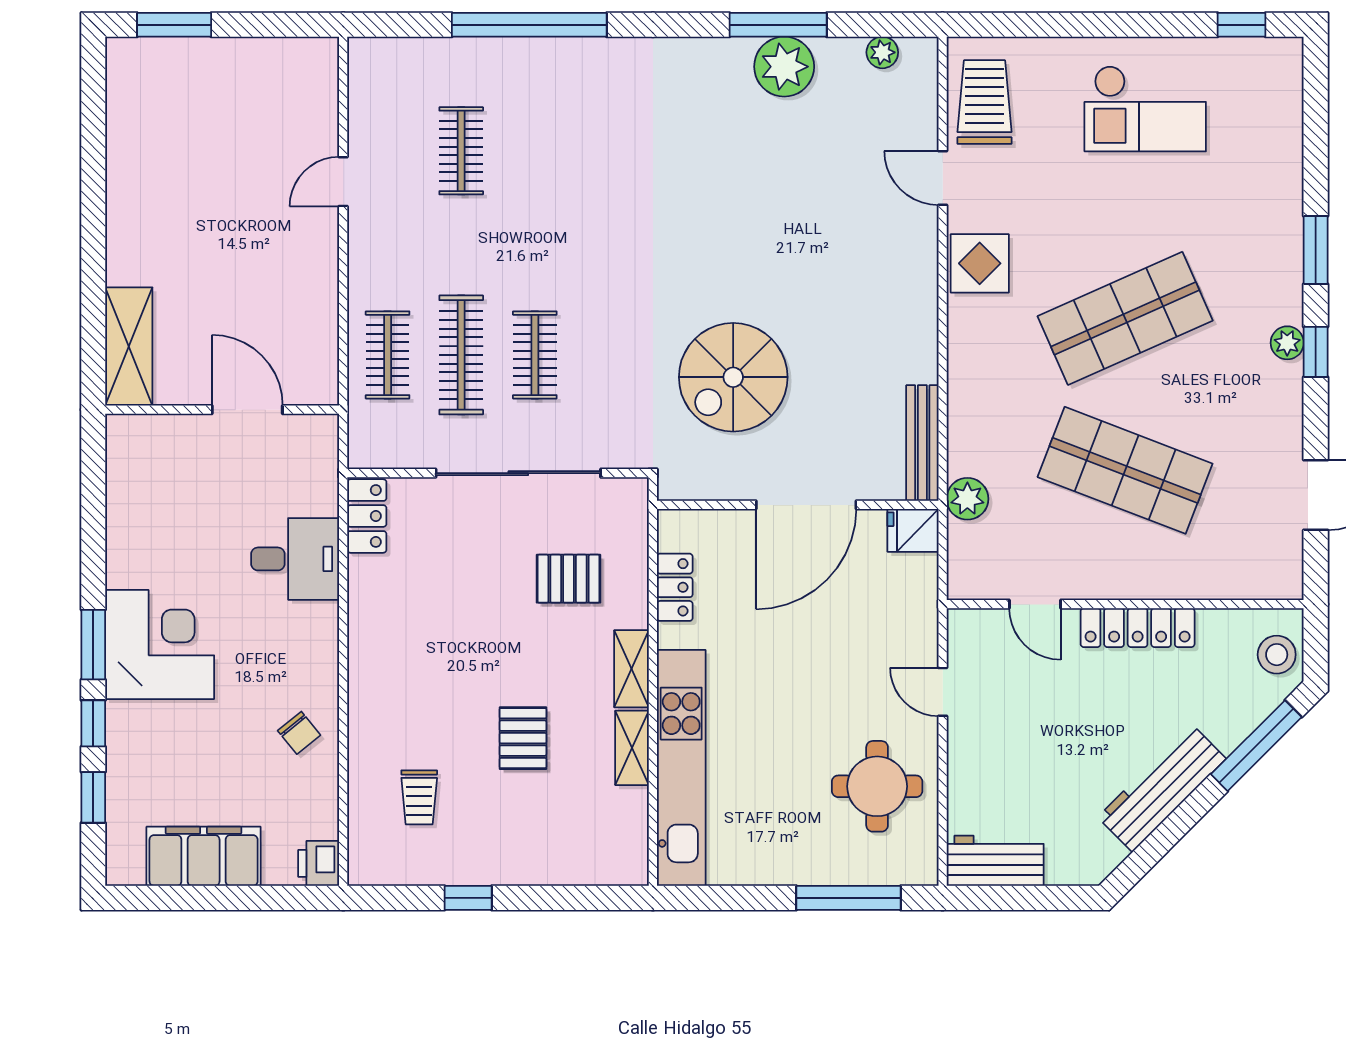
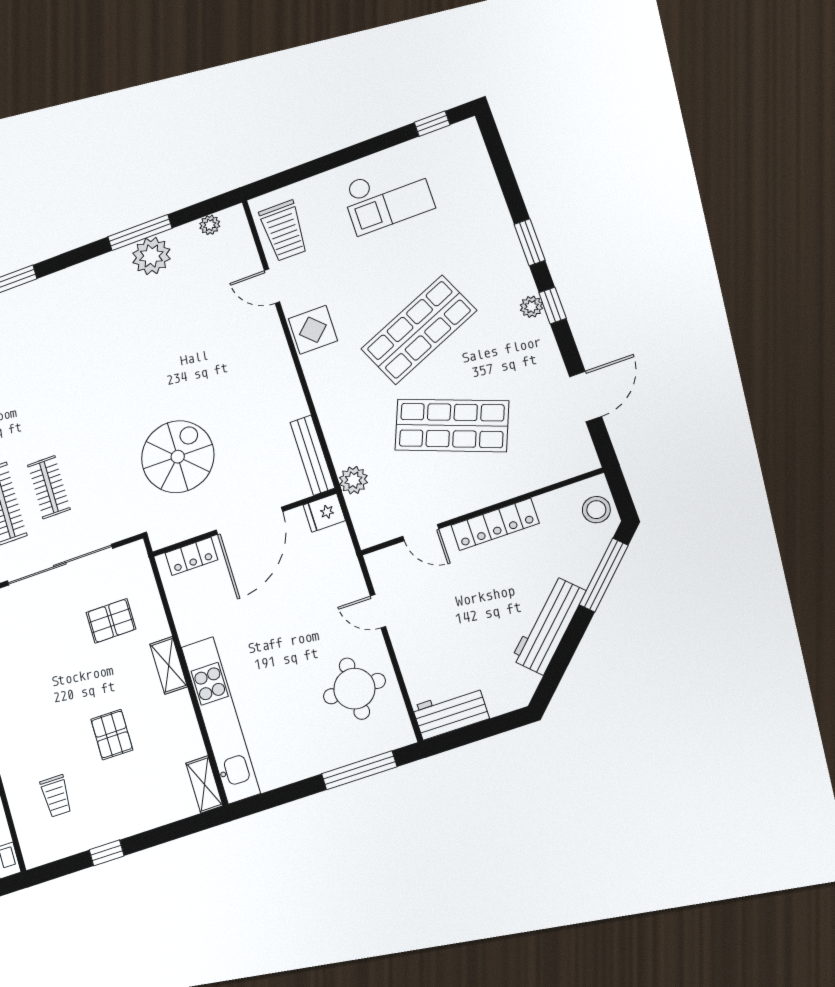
trolley: (985, 102) -> (284, 231), turned 180
spiral stairs: (733, 377) -> (178, 457), turned 180
locker: (675, 587) -> (191, 556), moved, turned 90
shelving: (632, 748) -> (204, 784), moved

